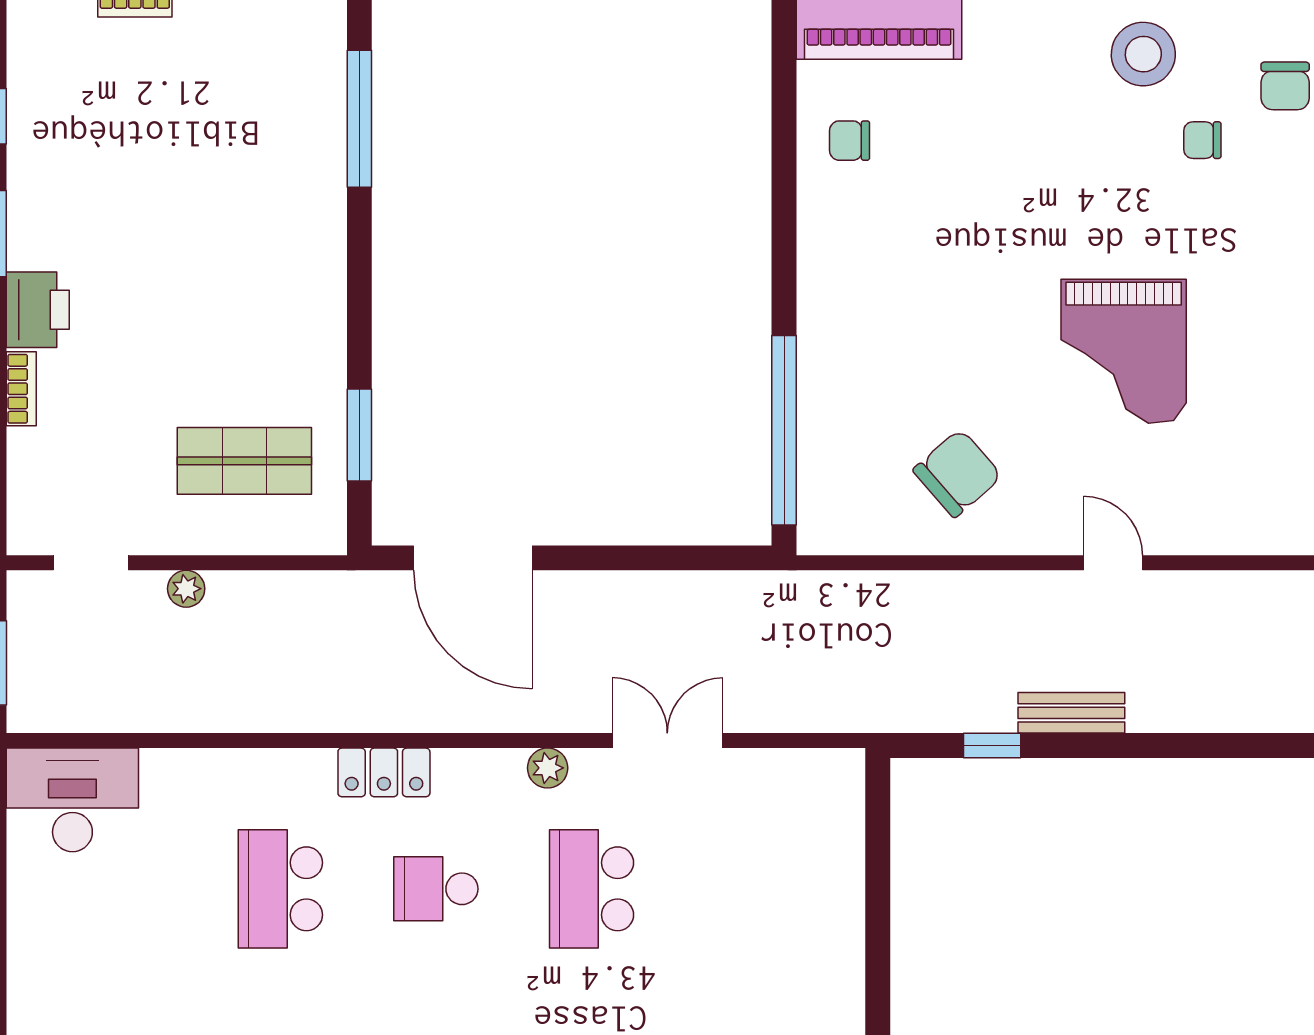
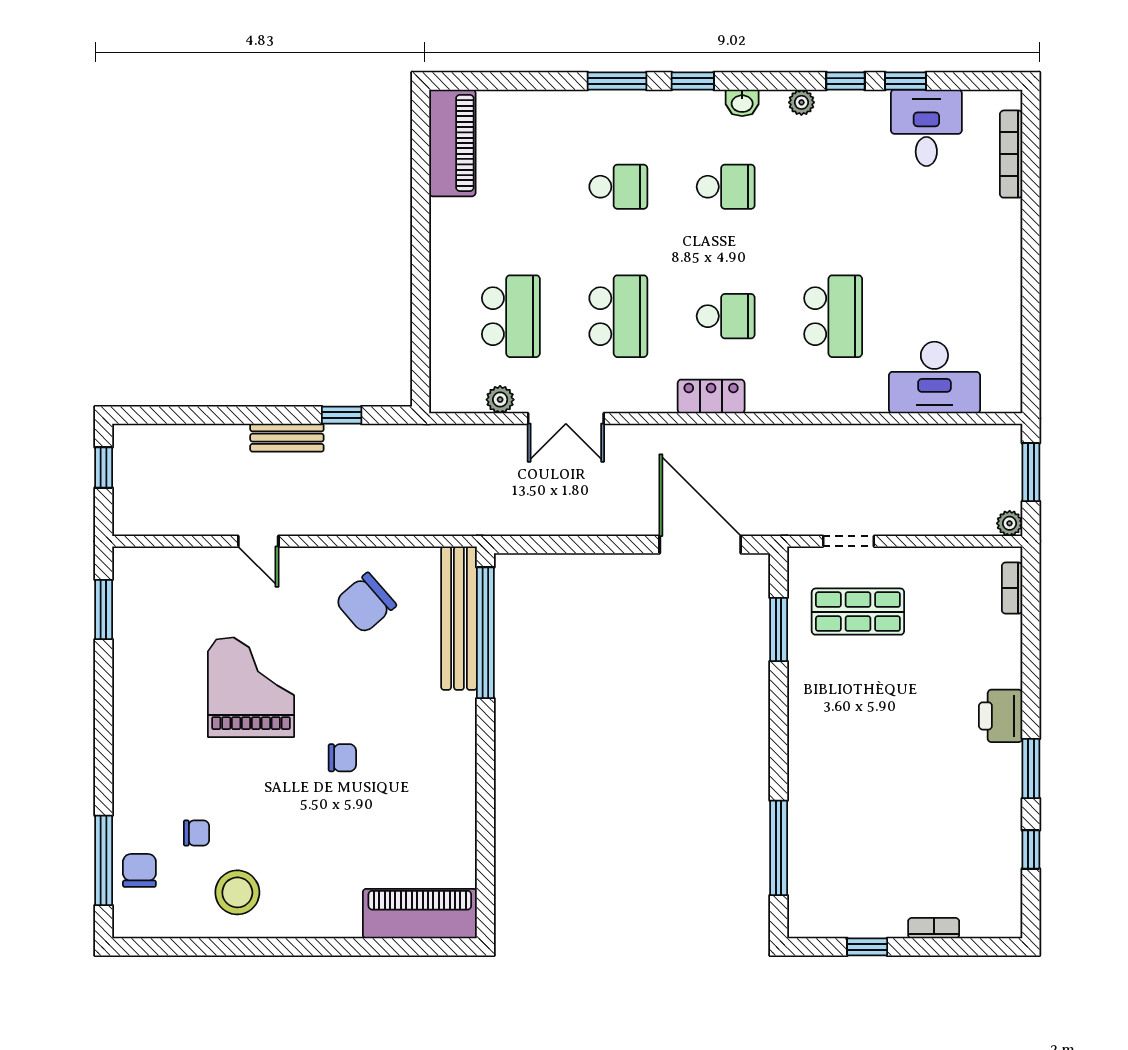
chair: (850, 141) -> (342, 758), moved
bookcase: (21, 389) -> (1012, 588), moved
bench: (822, 451) -> (459, 618), added
doorway: (91, 563) -> (849, 541), moved
plant: (186, 589) -> (1010, 523), moved
plant: (548, 768) -> (500, 400), moved
locker: (384, 772) -> (711, 396), moved
desk: (72, 800) -> (934, 378), moved
school desk: (747, 889) -> (511, 316), added

